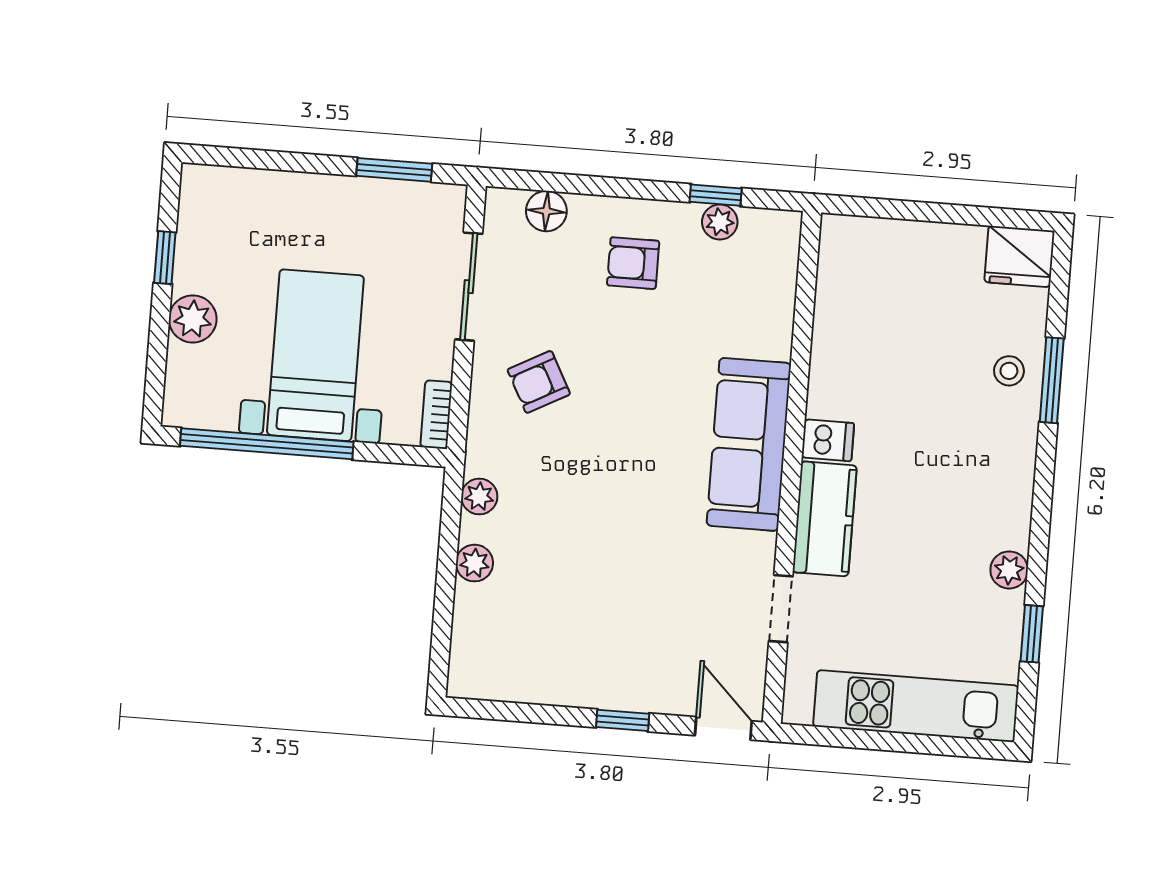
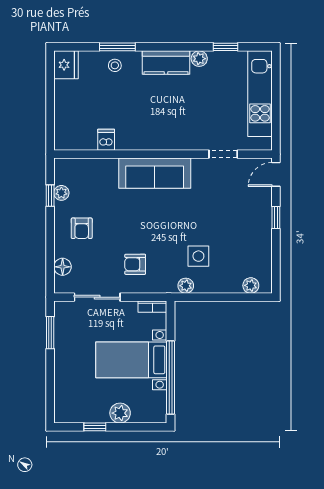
armchair: (539, 382) -> (135, 264), turned 118
dishwasher: (828, 440) -> (106, 140), moved
kitchen counter: (825, 519) -> (166, 63), moved, turned 180
side table: (546, 532) -> (198, 256), added
plant: (474, 563) -> (251, 285), moved

